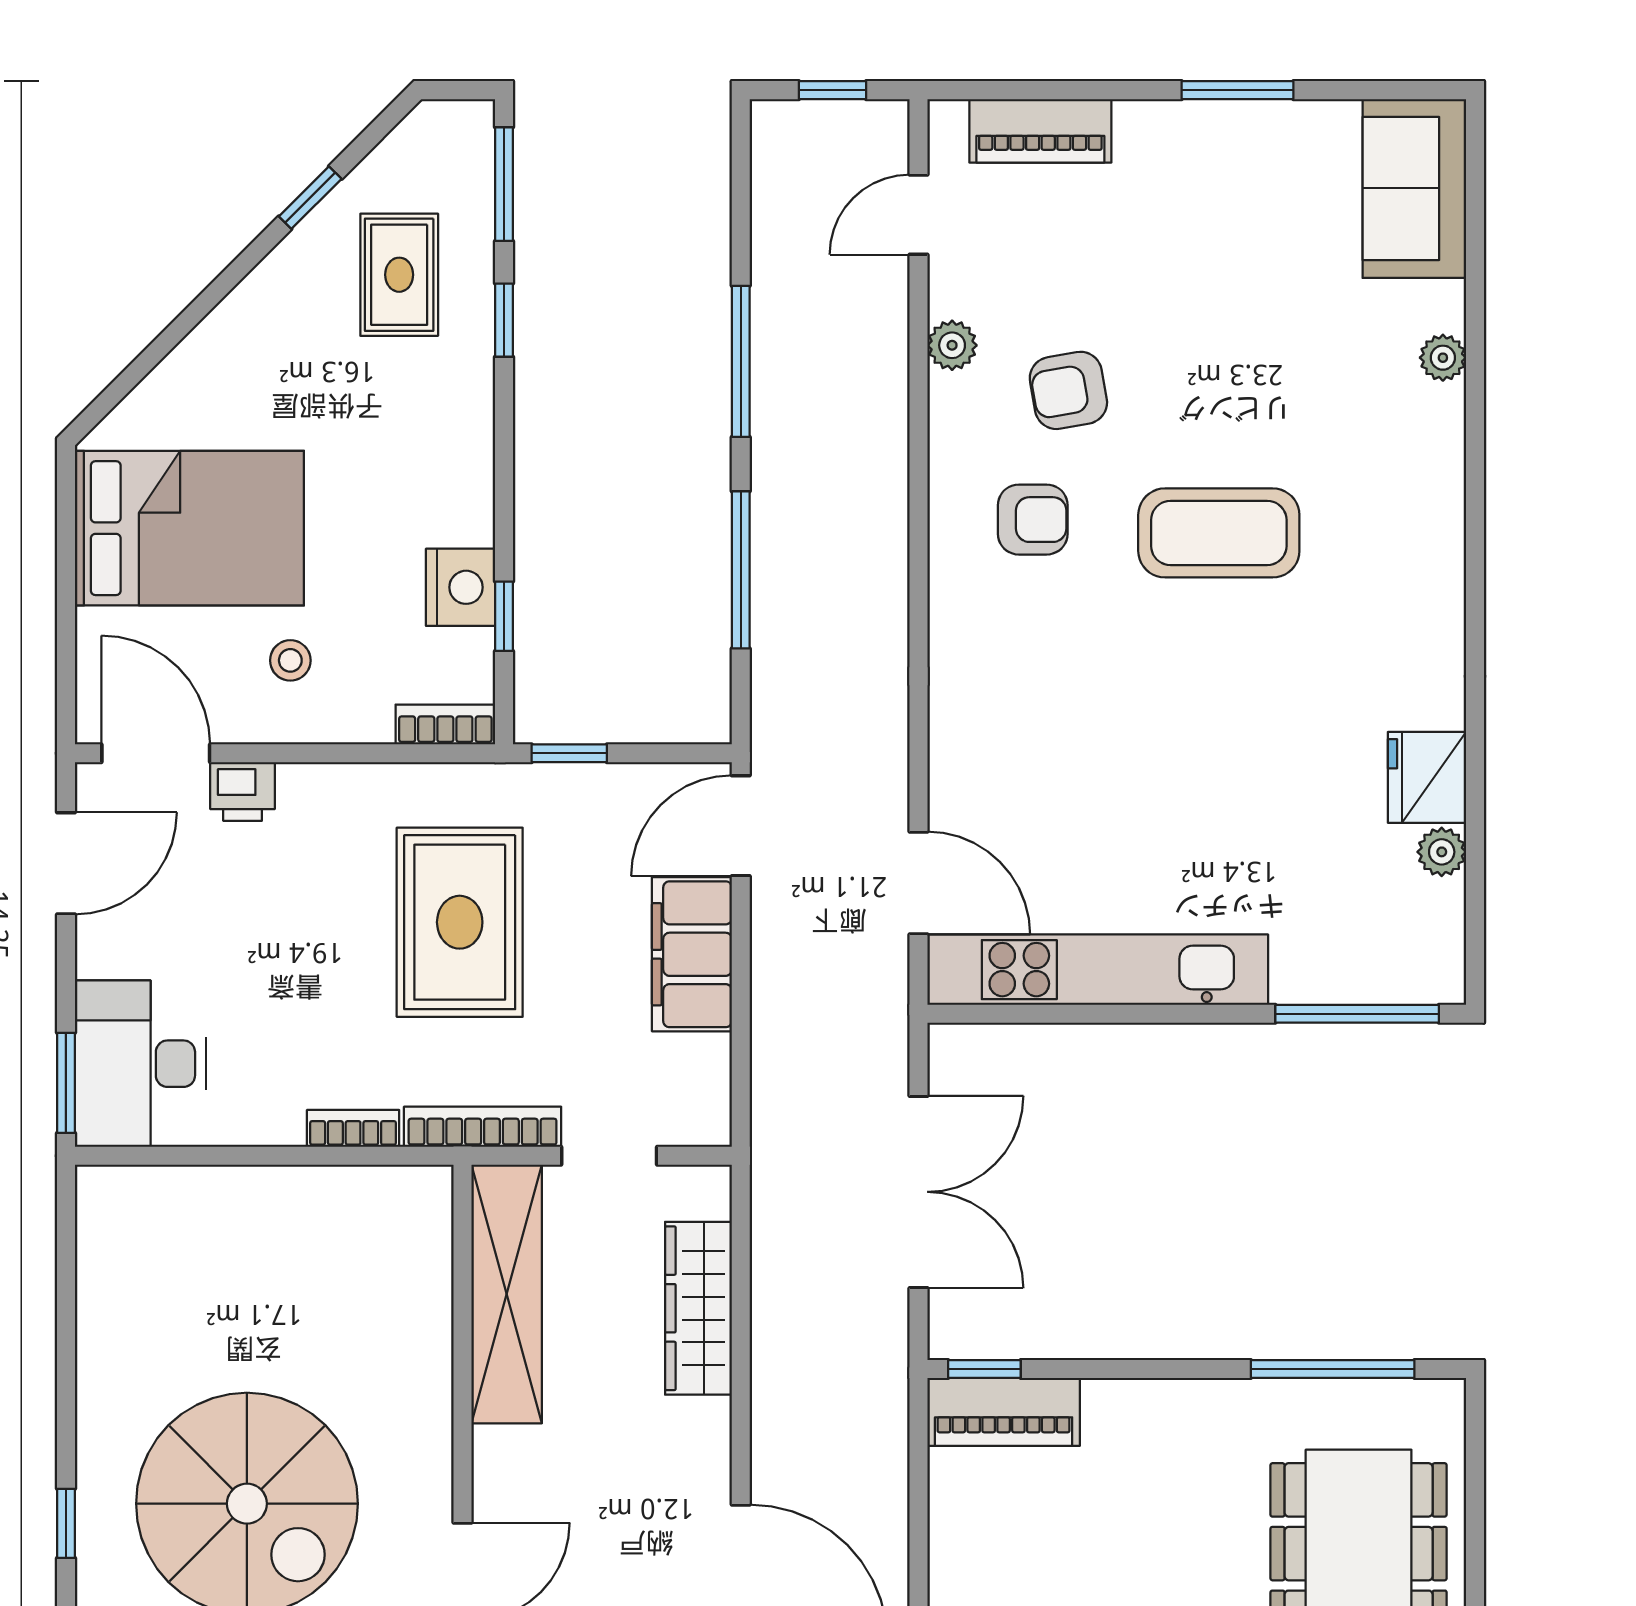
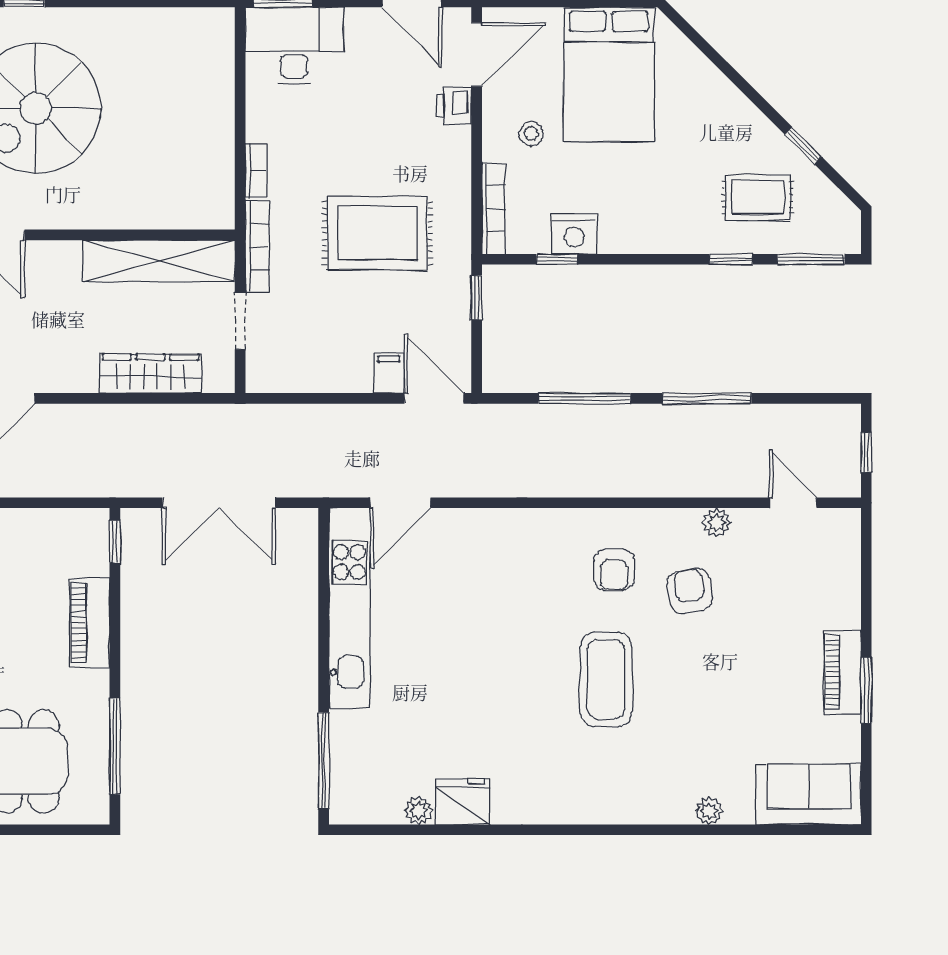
piano: (1040, 131) -> (842, 672), moved
bookcase: (445, 724) -> (494, 208), width x1.56
filing cabinet: (692, 954) -> (389, 373), width x0.33, depth x0.86
piano: (1004, 1412) -> (90, 623), moved

